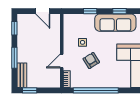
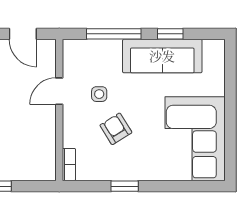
window: (90, 11) -> (114, 34), width x2.17
door: (62, 61) -> (59, 91), moved
window: (96, 90) -> (125, 186), width x0.32

